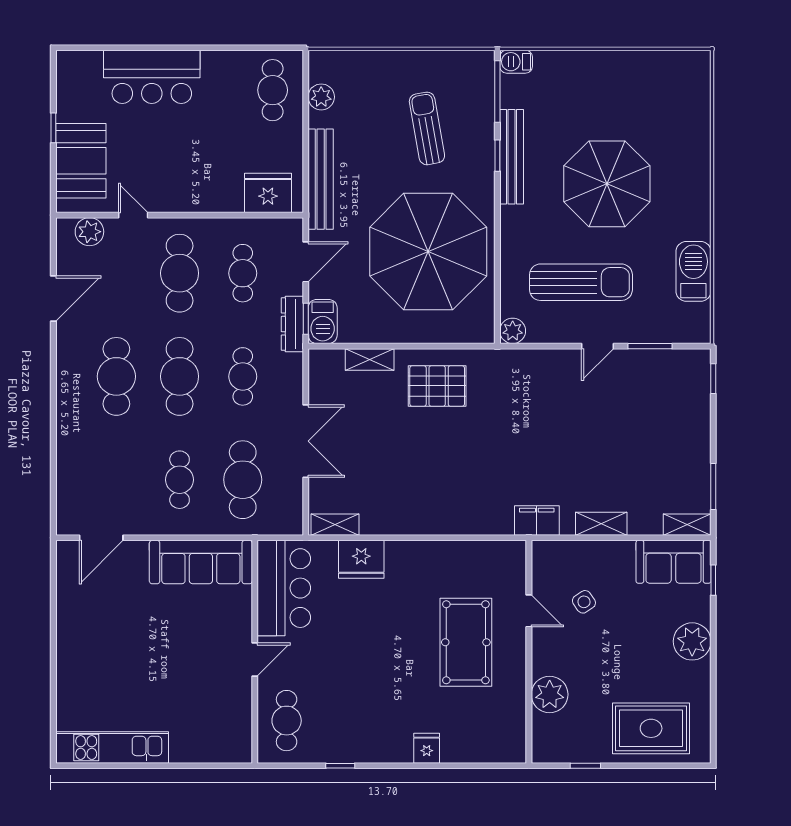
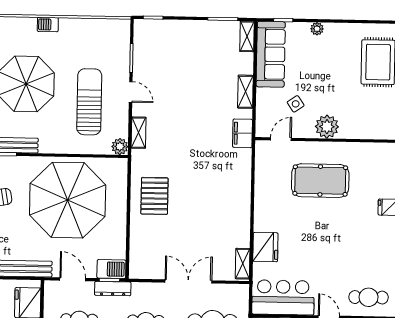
barbecue: (693, 271) -> (48, 24), moved, width x0.53, depth x0.65
shelving: (370, 359) -> (139, 133), moved
sofa: (673, 562) -> (271, 54), width x1.36
door: (529, 611) -> (281, 139), moved
plant: (692, 641) -> (317, 29), width x0.53, depth x0.53
plant: (550, 694) -> (327, 127), moved

